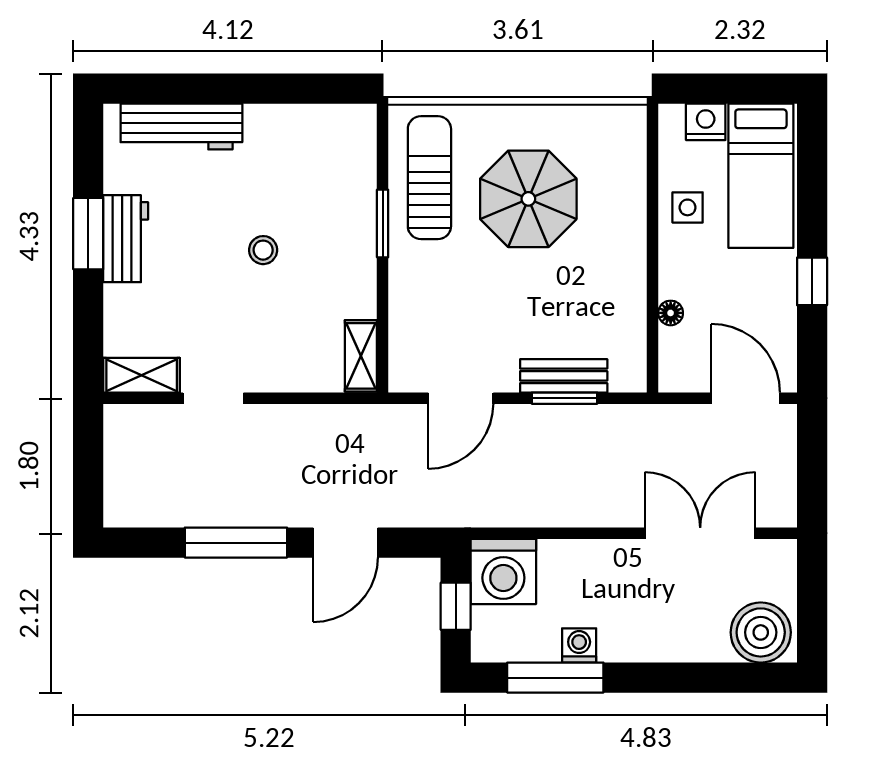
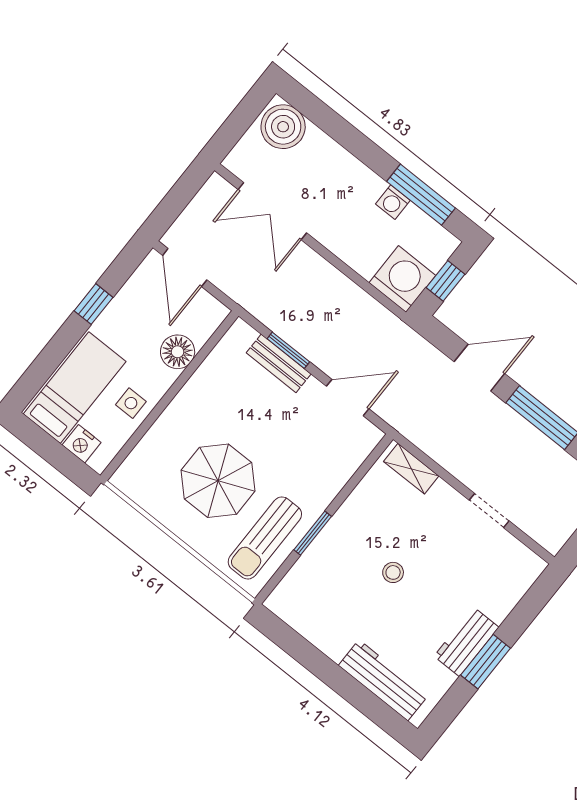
floor lamp: (671, 313) -> (178, 352), width x1.89, depth x1.89
shelving: (361, 356) -> (411, 469), moved, turned 90
shelving: (142, 375) -> (520, 556), removed

